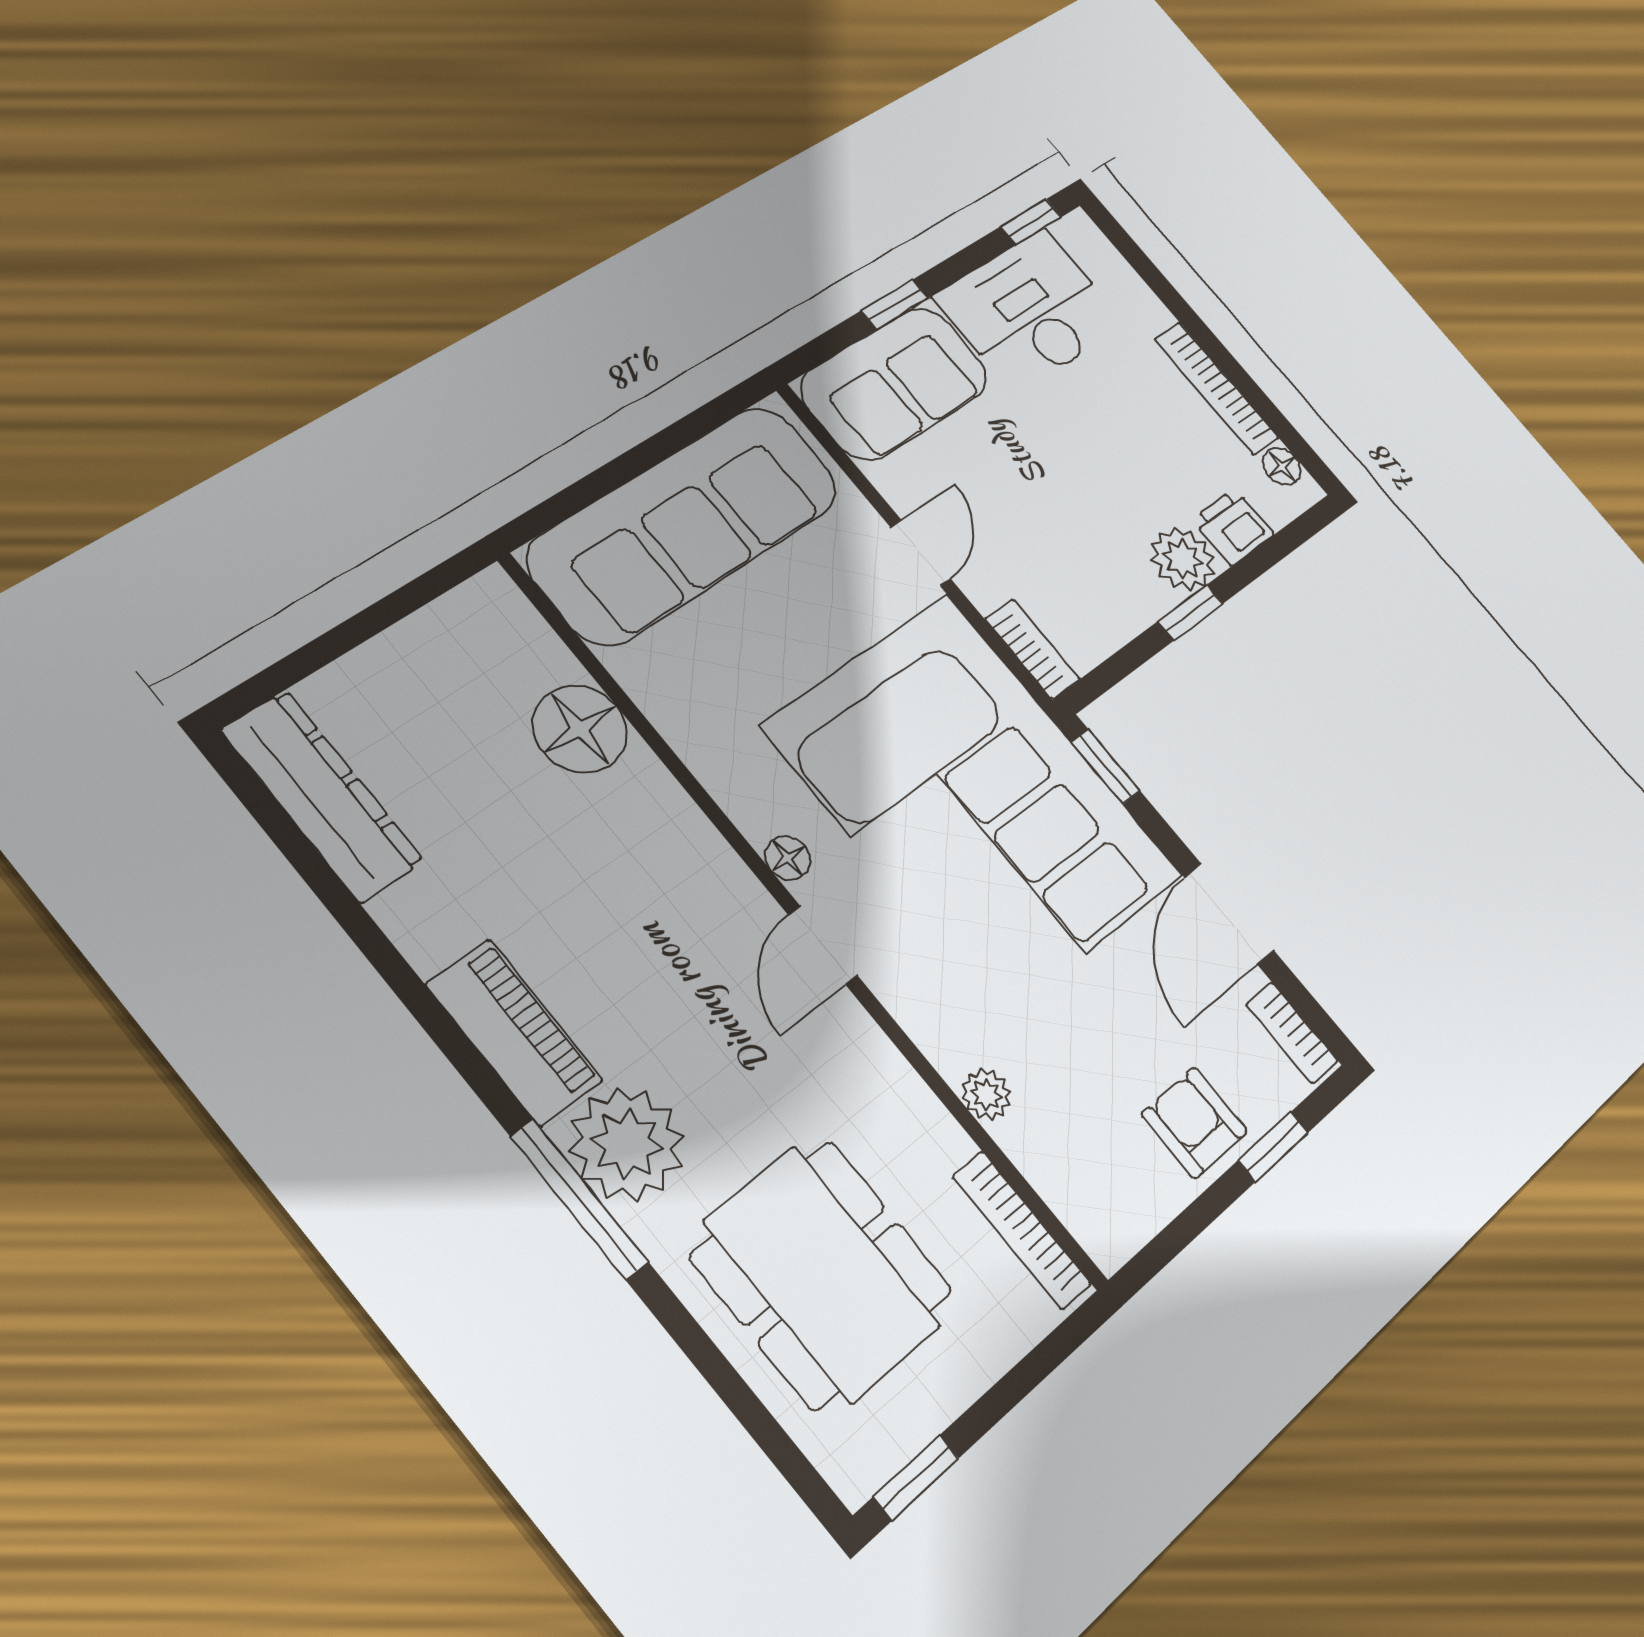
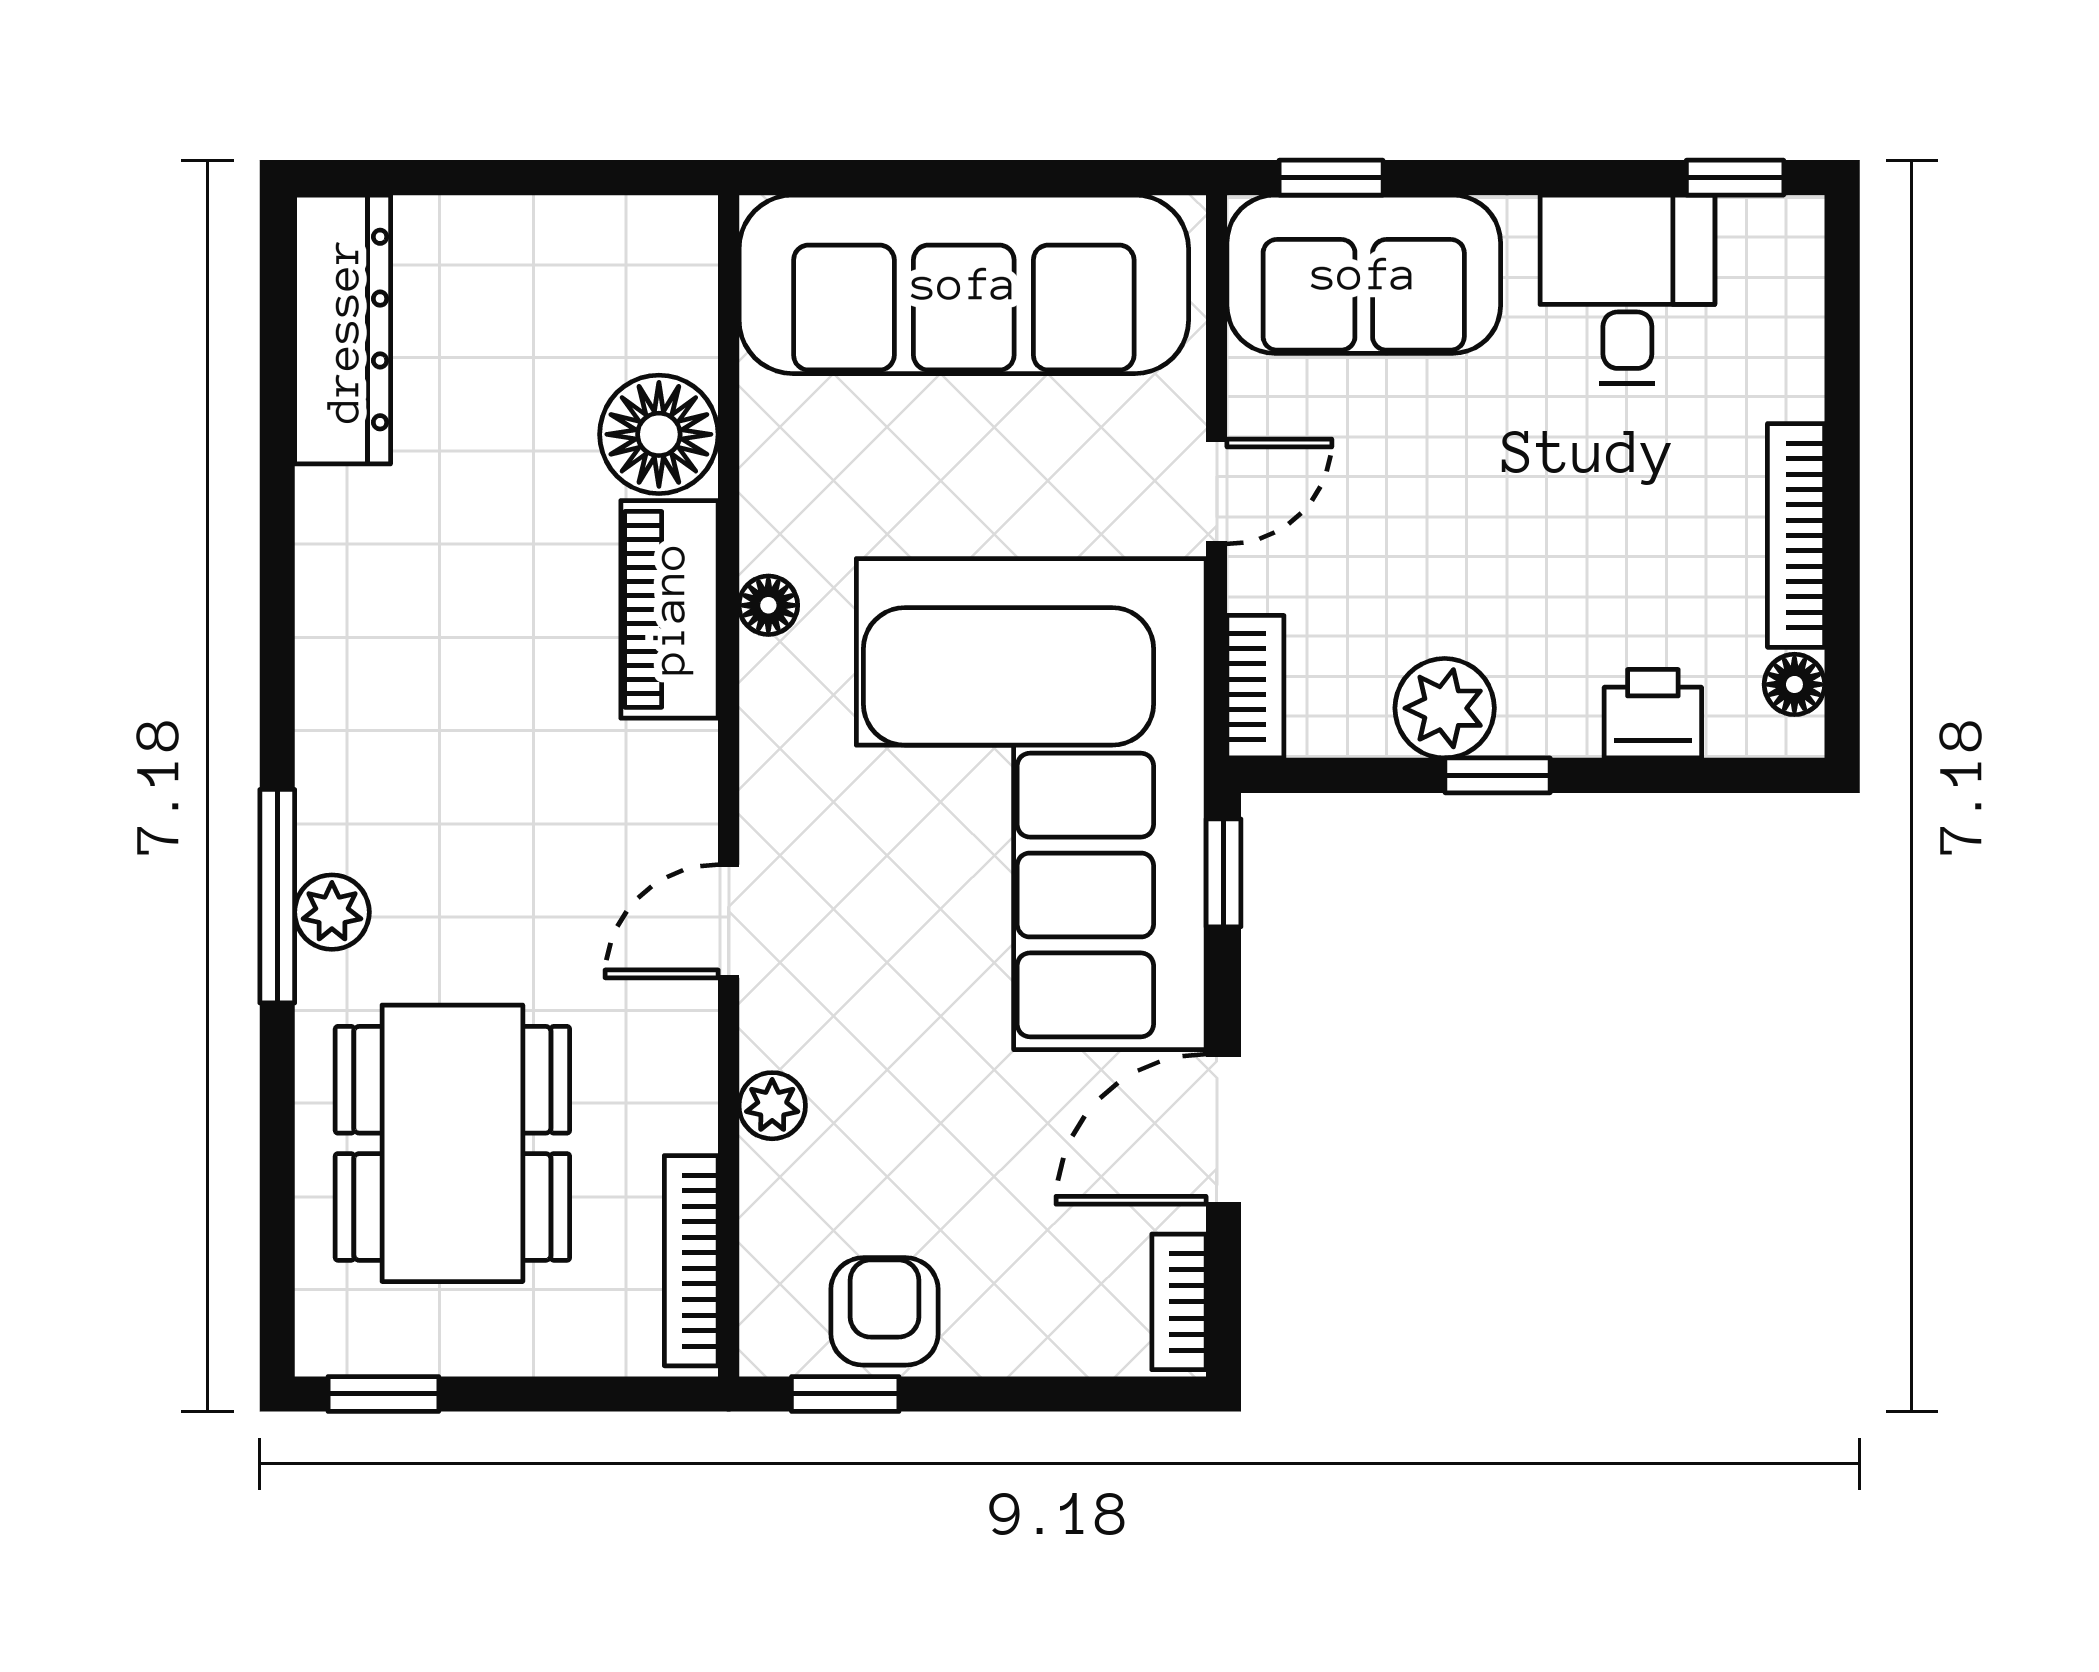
window: (895, 304) -> (1331, 178), moved
desk: (1030, 311) -> (1627, 289), width x0.73
plant: (1183, 559) -> (1445, 708), moved
floor lamp: (788, 858) -> (768, 605), moved
door: (823, 945) -> (729, 921), moved
piano: (514, 1032) -> (669, 609), moved, turned 180
armchair: (1195, 1123) -> (885, 1311), moved
plant: (627, 1144) -> (332, 912), width x0.53, depth x0.53
window: (1273, 1147) -> (845, 1394), moved

